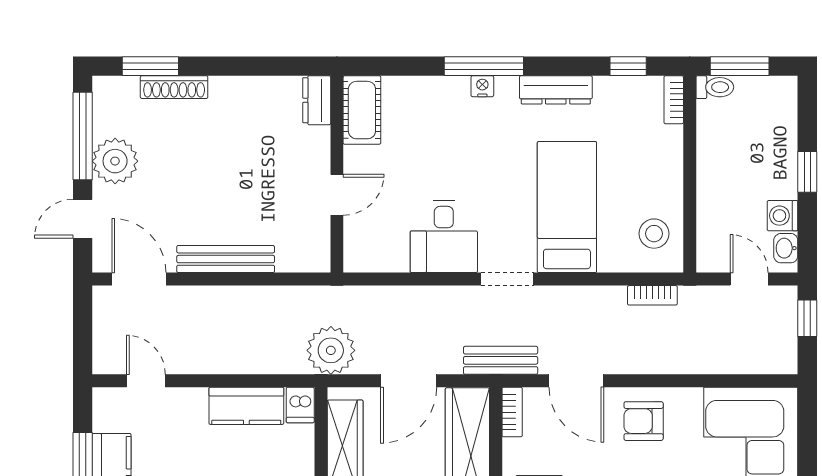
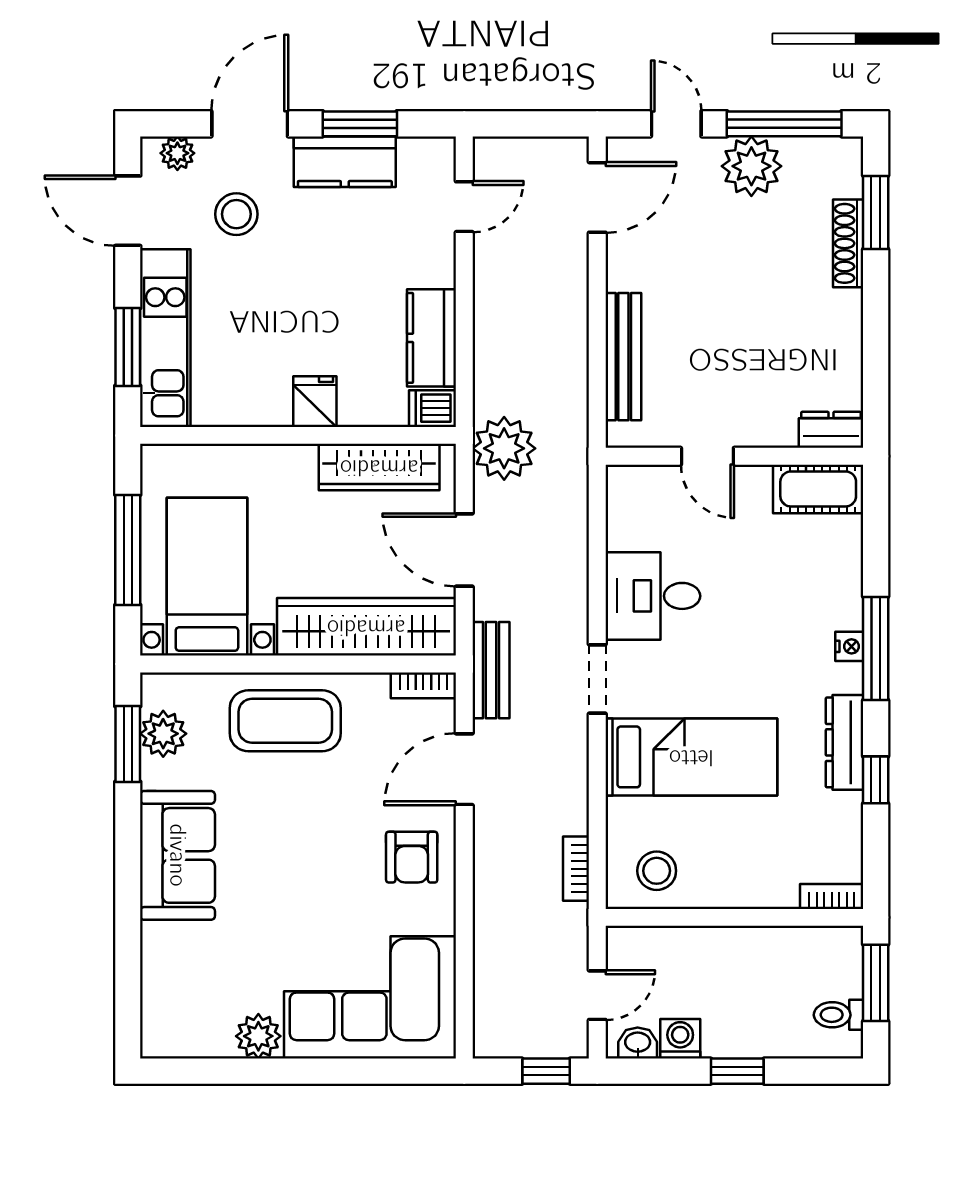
window: (628, 66) -> (876, 780), moved
toilet: (715, 87) -> (839, 1015), moved, turned 90
bench: (226, 259) -> (623, 357), moved
armchair: (644, 421) -> (412, 857), turned 180

